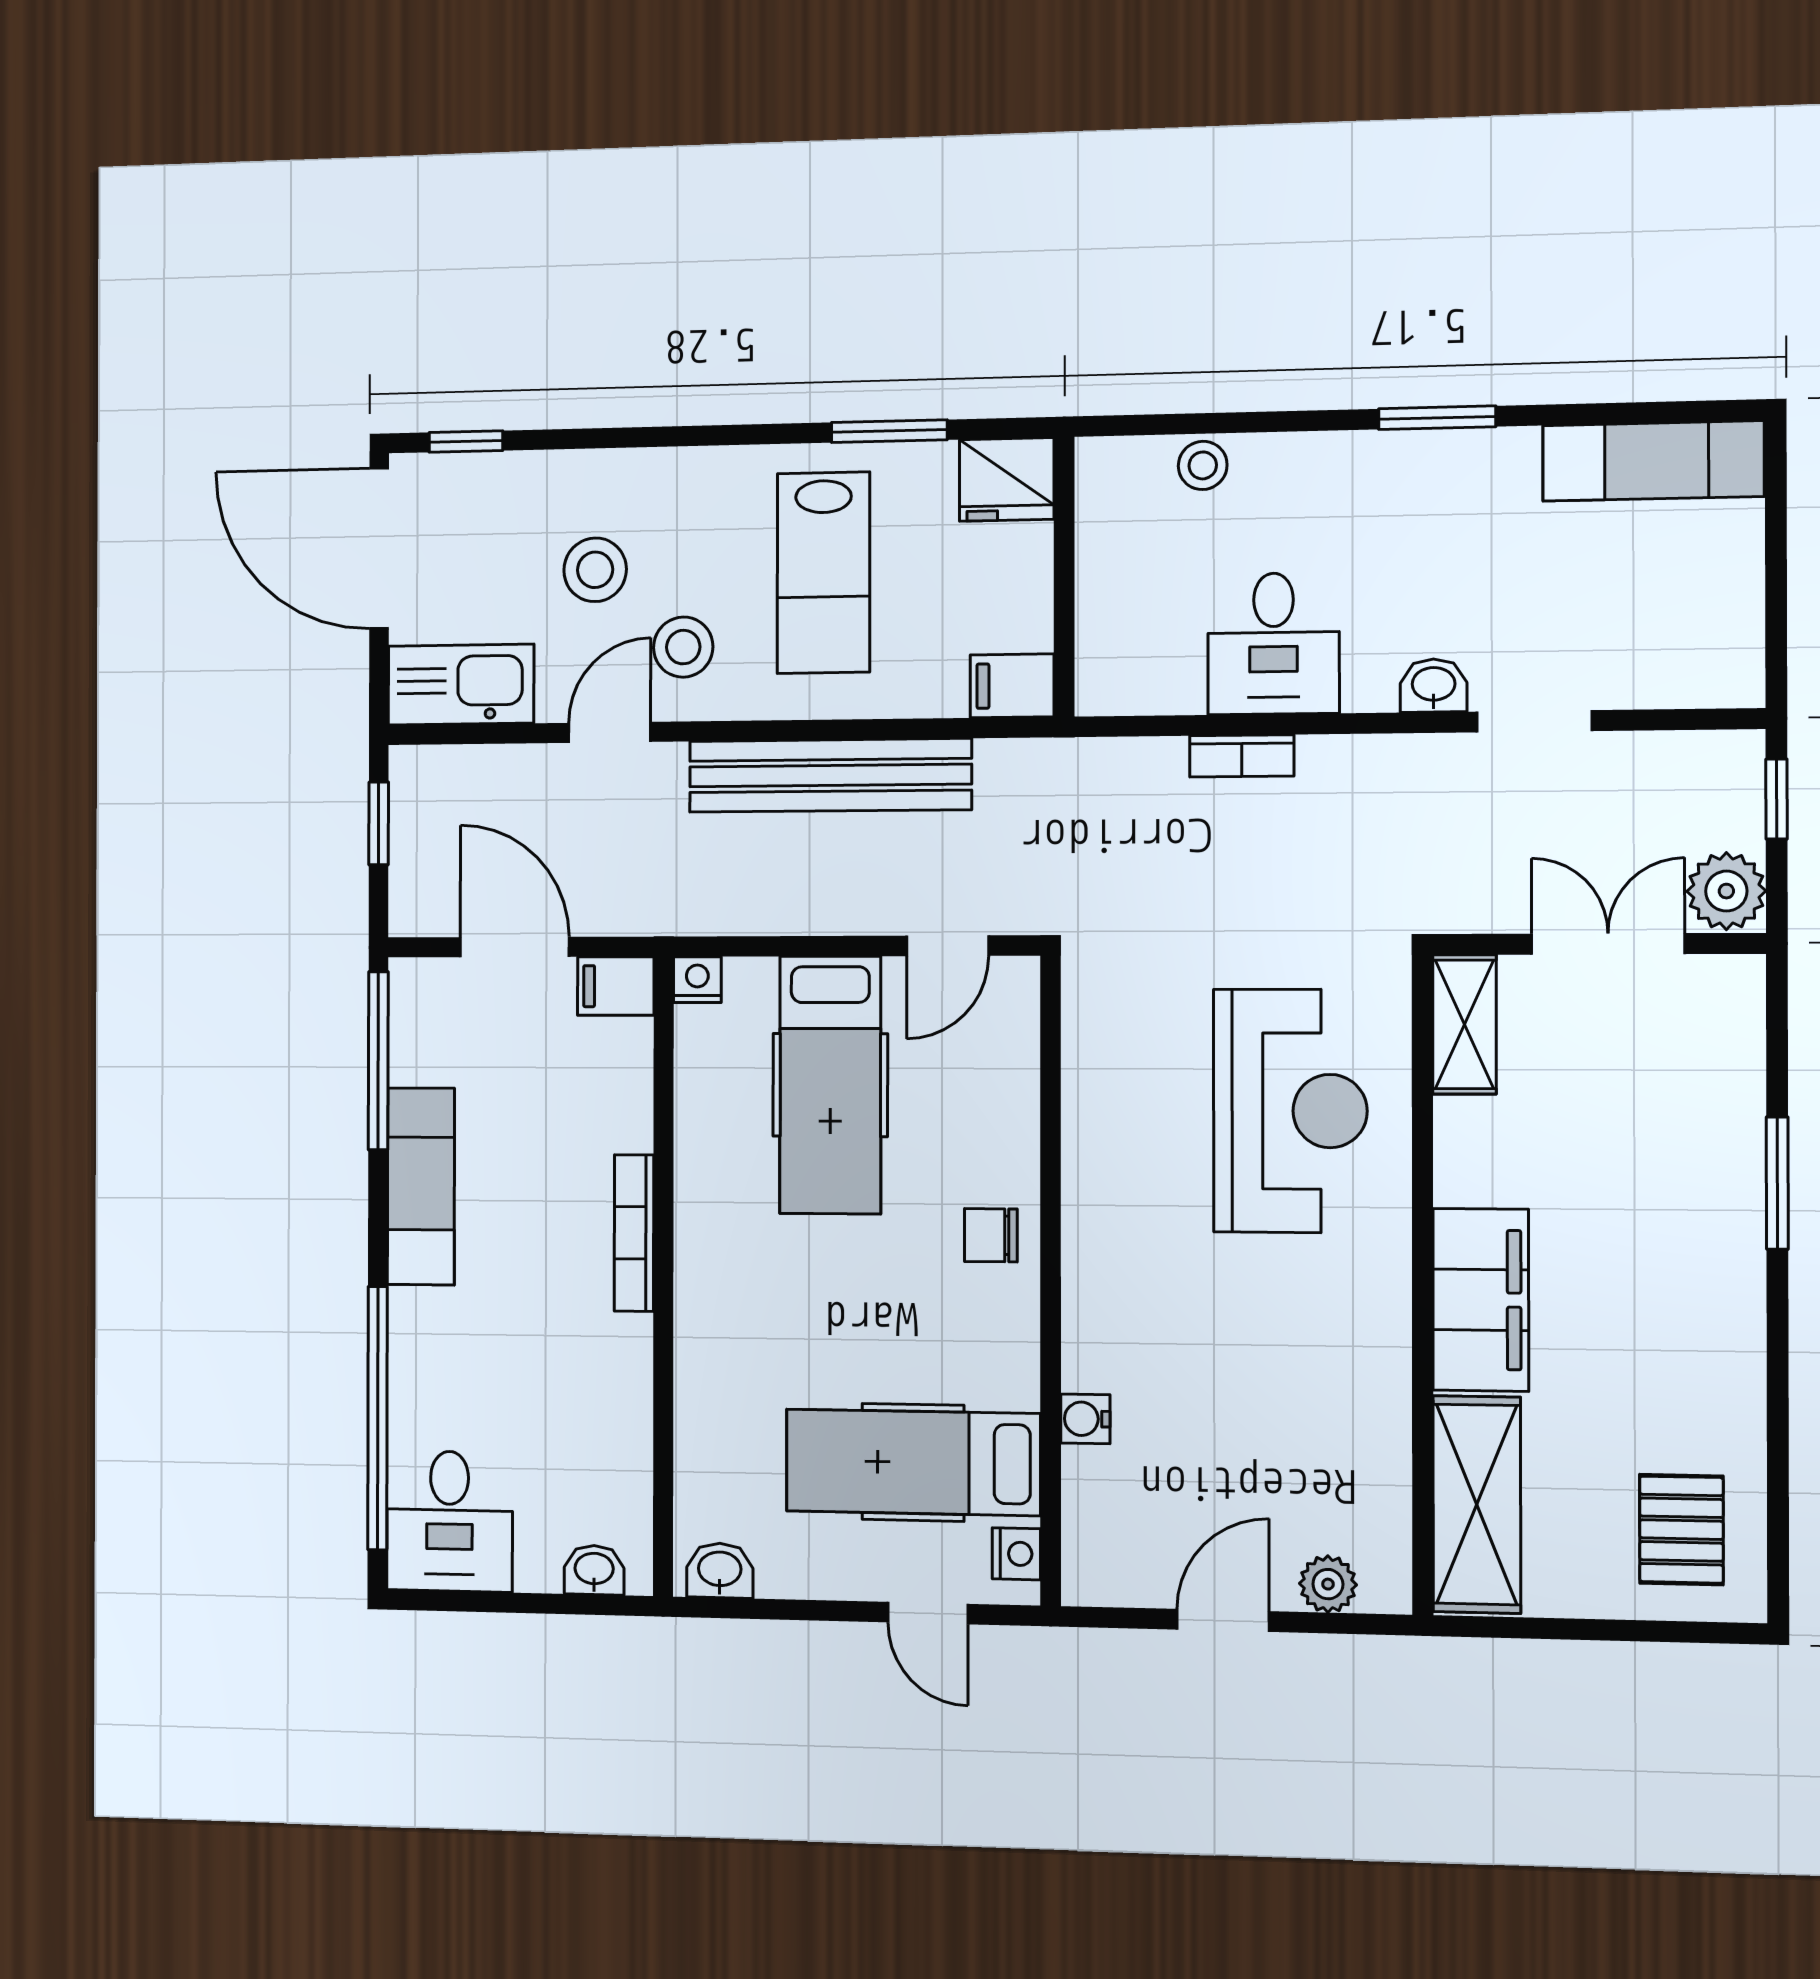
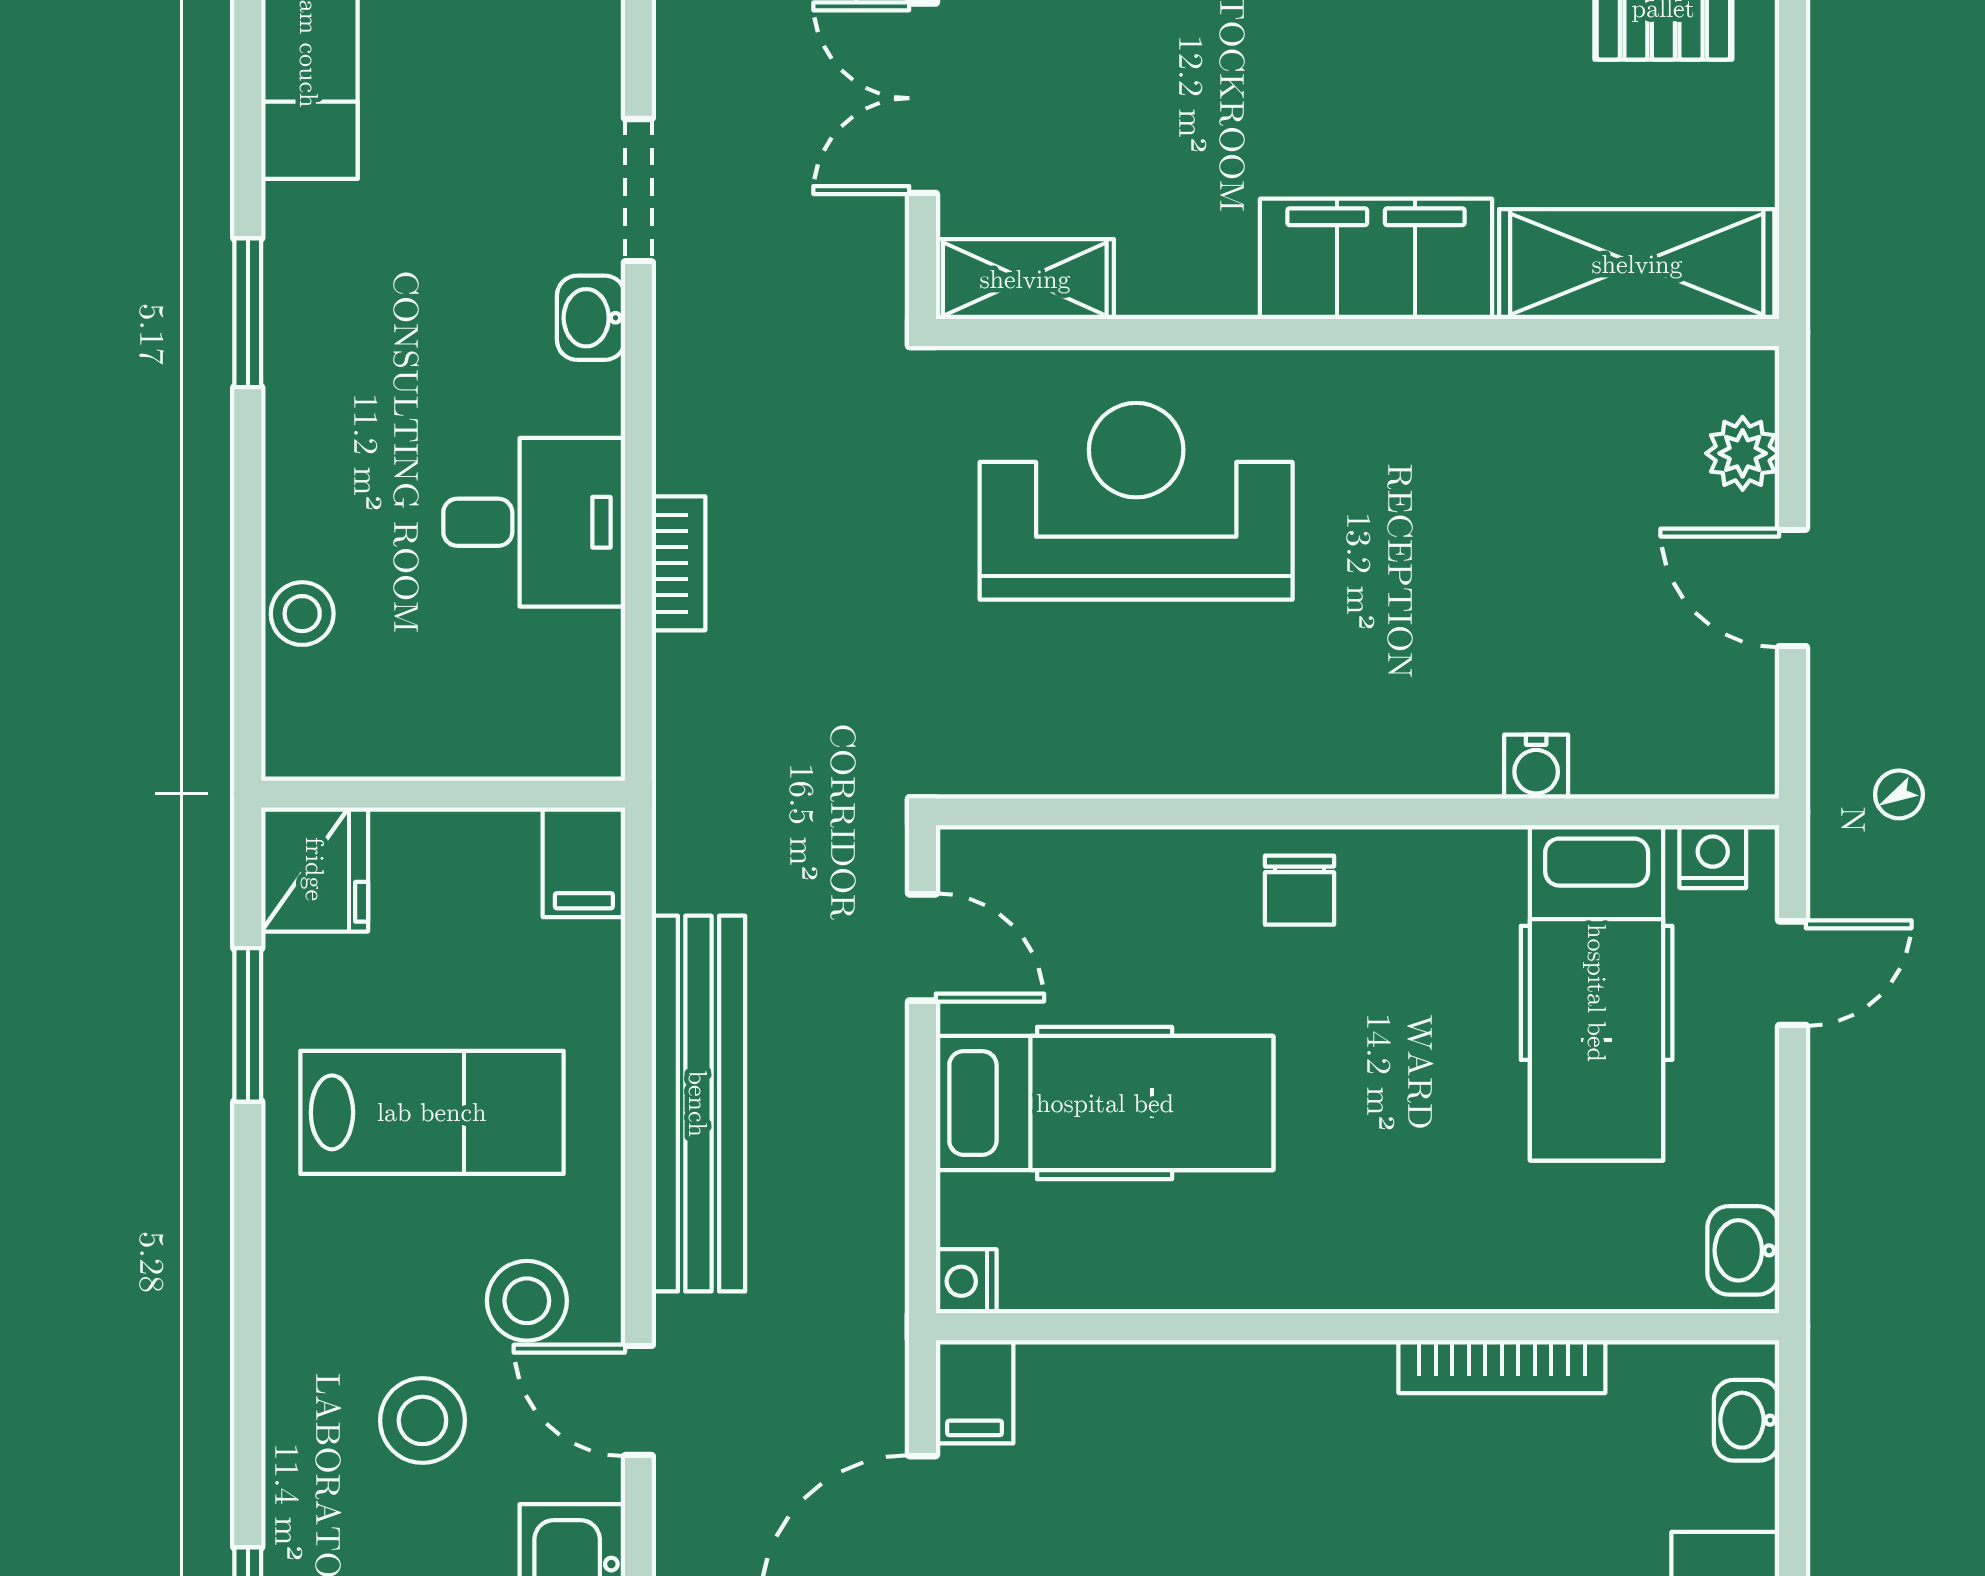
bookcase: (634, 1233) -> (1502, 1367), moved

